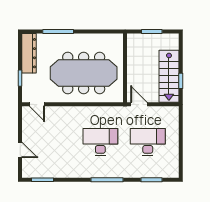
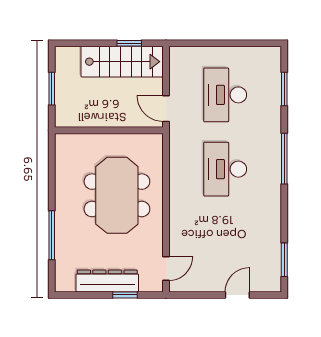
dresser: (29, 53) -> (107, 281), moved
meeting table: (84, 73) -> (117, 195), width x0.73
door: (139, 104) -> (166, 109), hinge flipped

